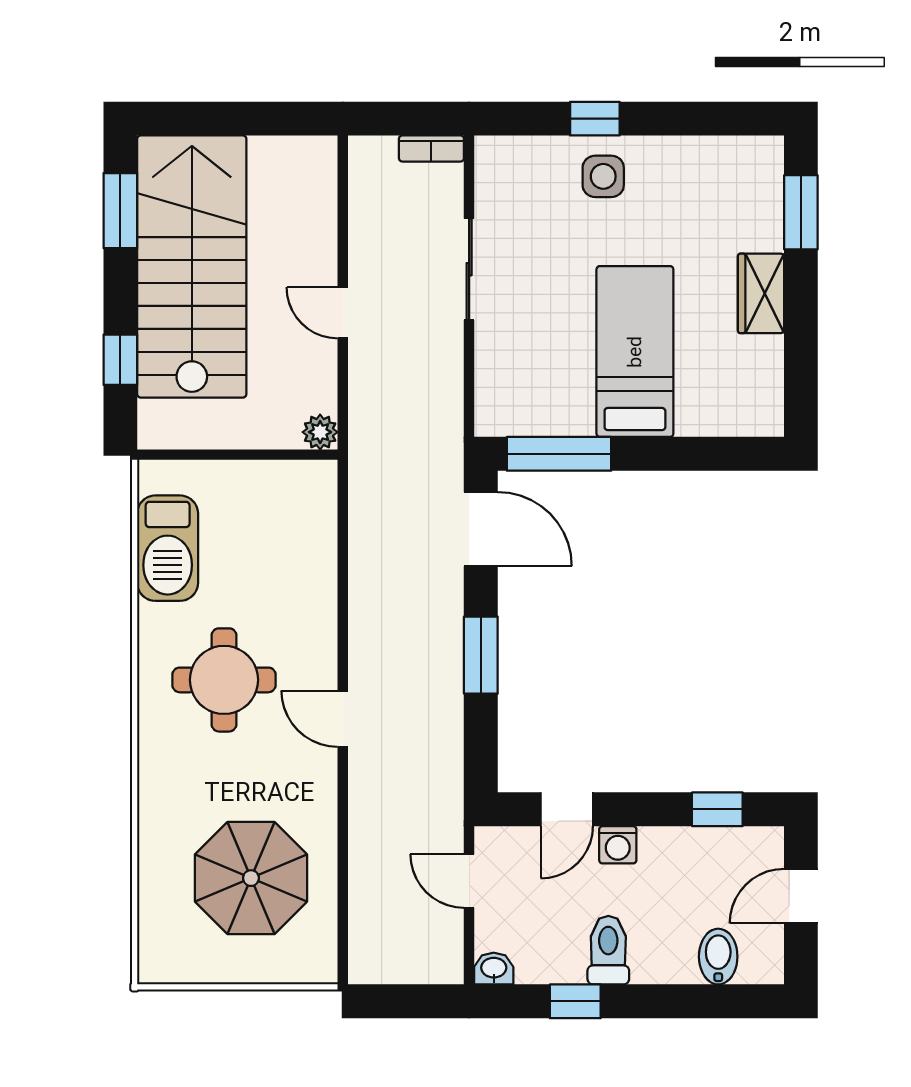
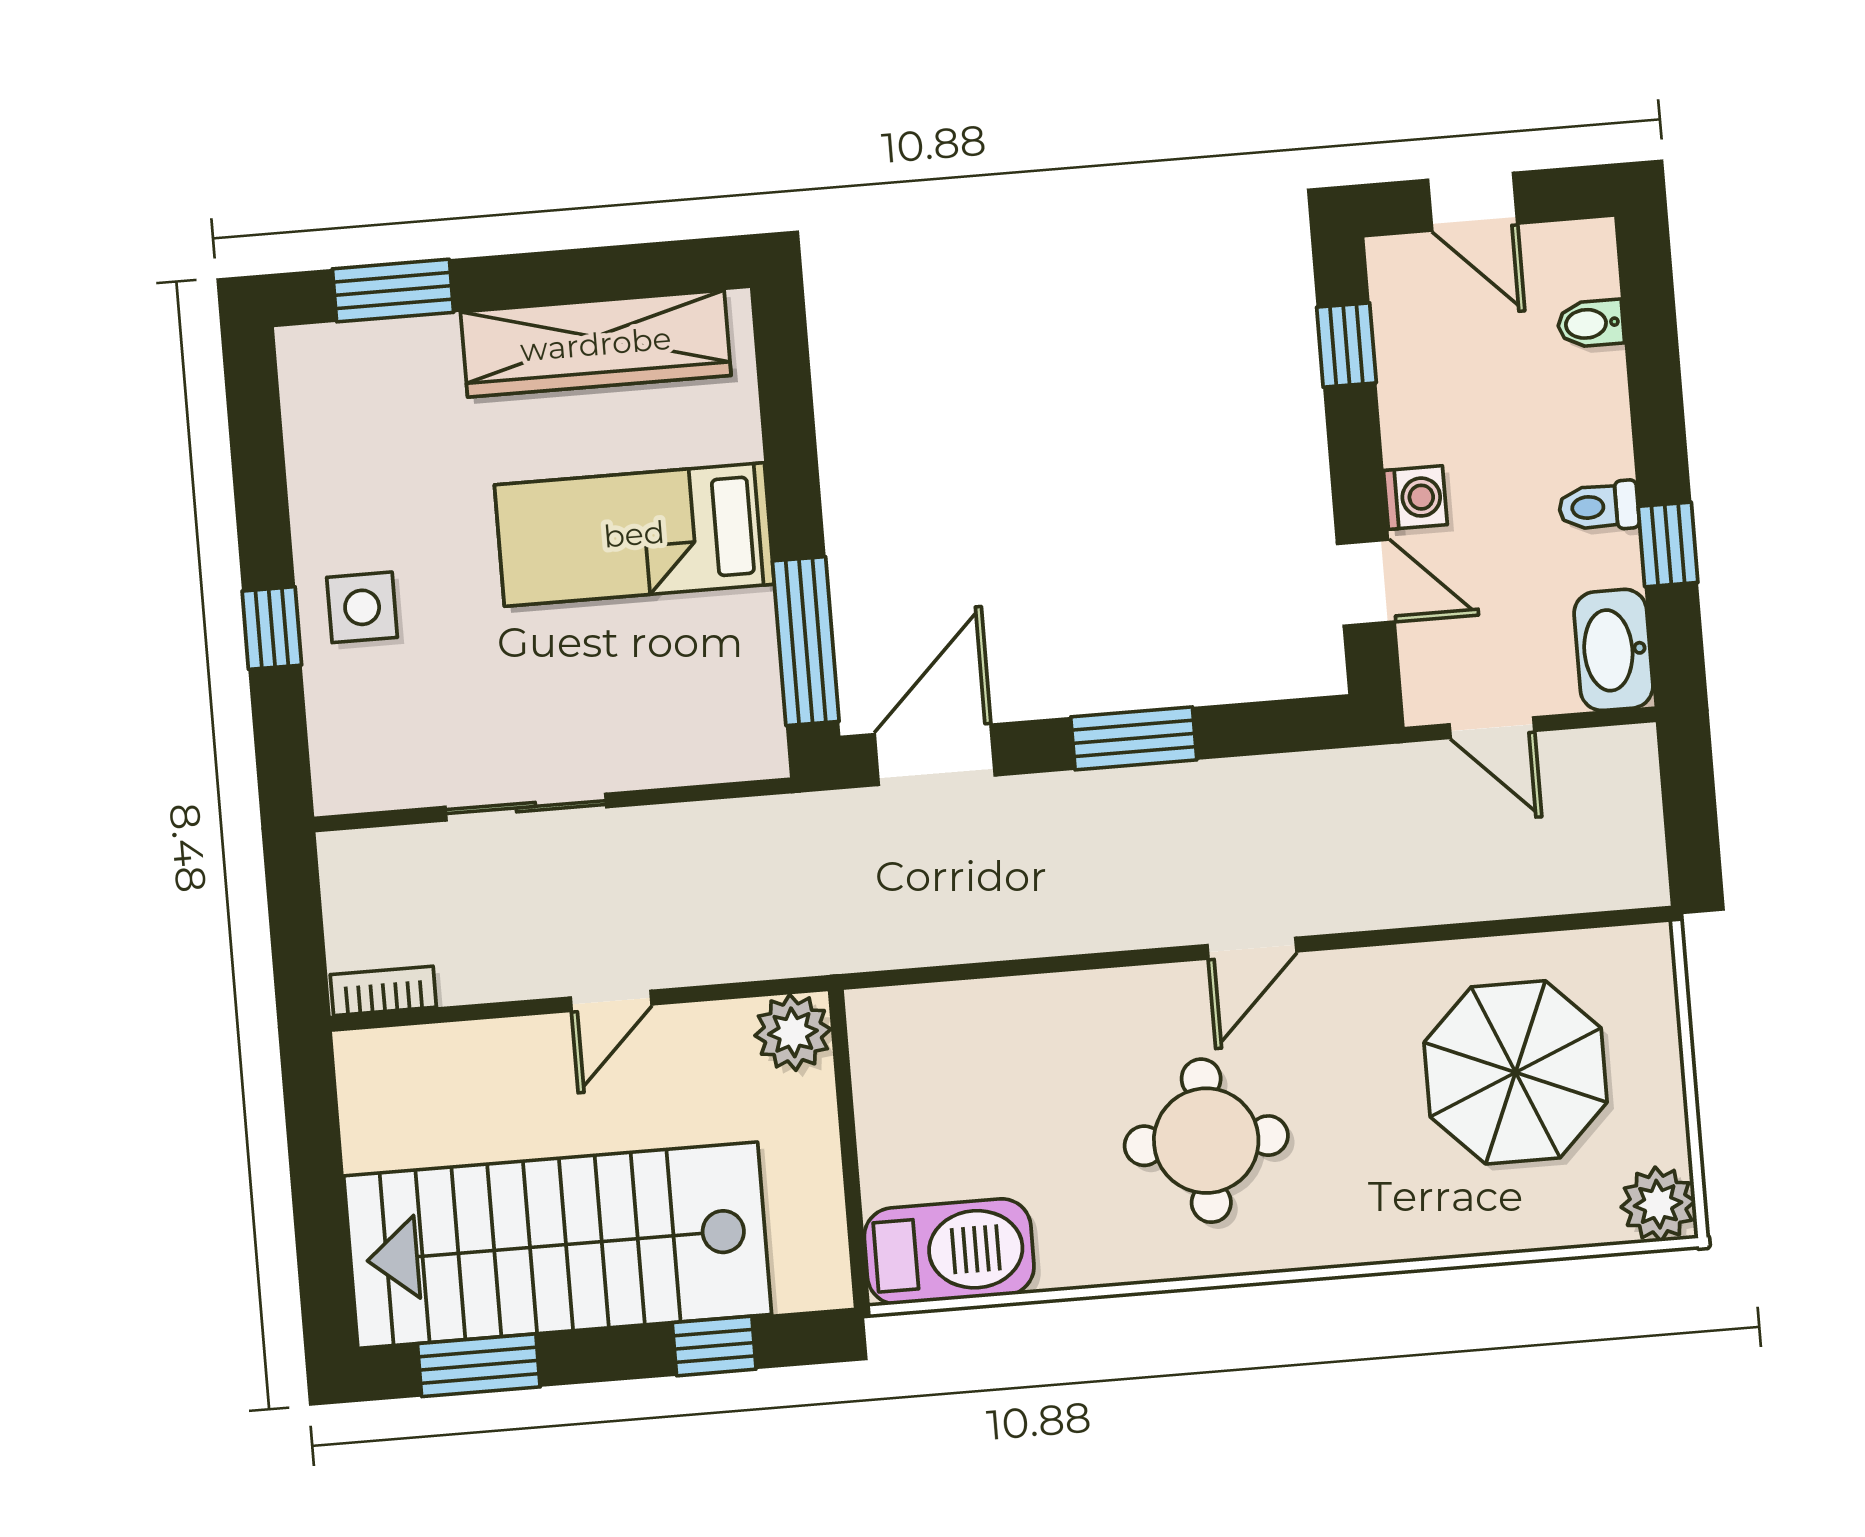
bookcase: (431, 148) -> (383, 991), moved, turned -90
wardrobe: (761, 293) -> (596, 344), width x2.10, depth x1.17
plant: (320, 432) -> (793, 1032), width x1.38, depth x1.38
barbecue: (168, 548) -> (949, 1251), moved
door: (469, 881) -> (1492, 728), hinge flipped
toilet: (608, 950) -> (1599, 507), width x0.73, depth x0.72
bidet: (718, 957) -> (1591, 324), width x0.72, depth x0.74
plant: (161, 961) -> (1658, 1204), added
washbasin: (494, 969) -> (1613, 650), width x1.91, depth x1.45

